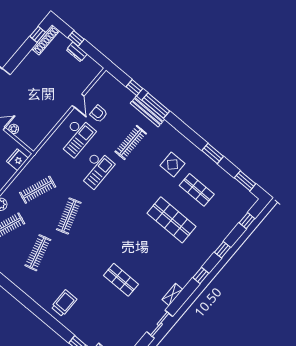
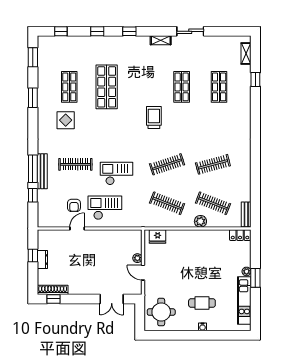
window: (76, 38) -> (33, 256), moved
trolley: (64, 303) -> (154, 118), moved, turned 90
shop shelf: (96, 310) -> (219, 87), added

